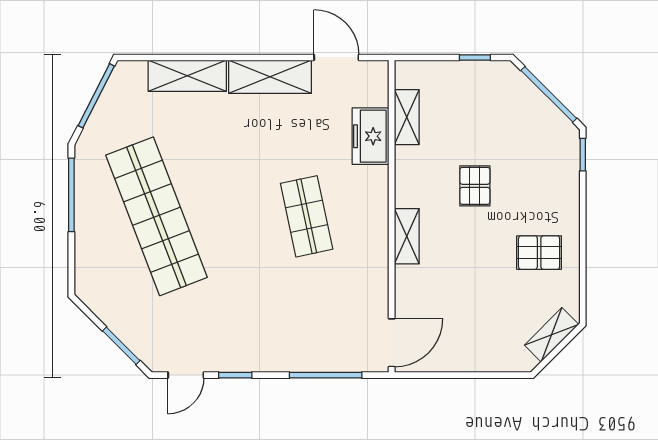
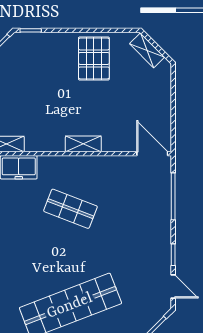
pallet: (475, 186) -> (51, 100), removed
shop shelf: (307, 216) -> (70, 209), turned 33
pallet: (539, 253) -> (94, 58), width x1.50, depth x1.42

